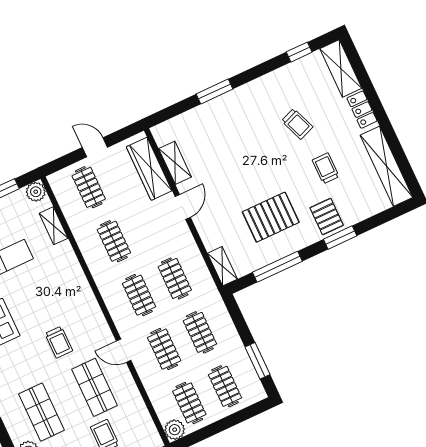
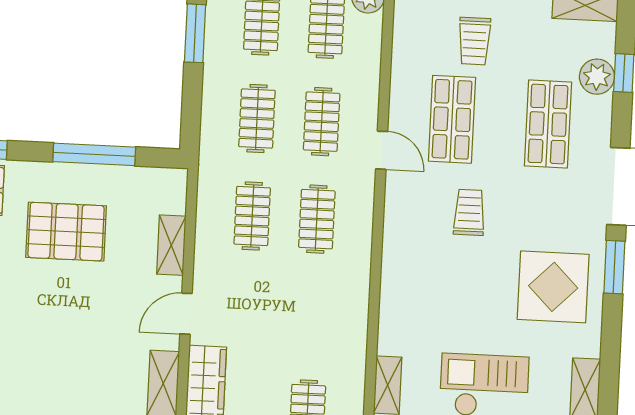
clothes rail: (114, 241) -> (312, 317), removed
shelving: (222, 266) -> (171, 245), moved

